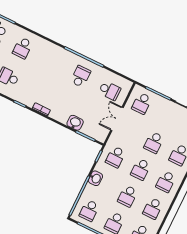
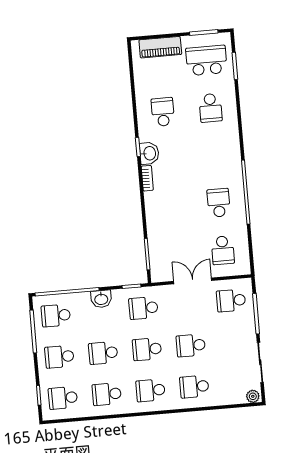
school desk: (23, 48) -> (211, 108), turned -90
school desk: (81, 76) -> (219, 203), turned -90
washbasin: (75, 123) -> (149, 153), moved

